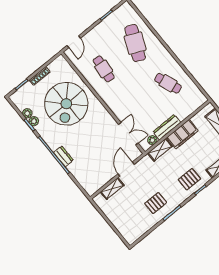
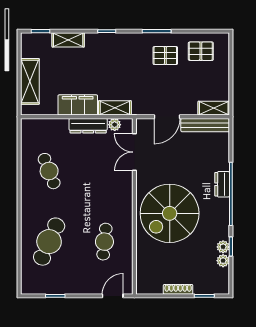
spiral stairs: (66, 104) -> (170, 213), moved, turned 180
pallet: (189, 179) -> (201, 51), moved
bench: (101, 182) -> (205, 125), added
shelving: (112, 189) -> (214, 108), moved

